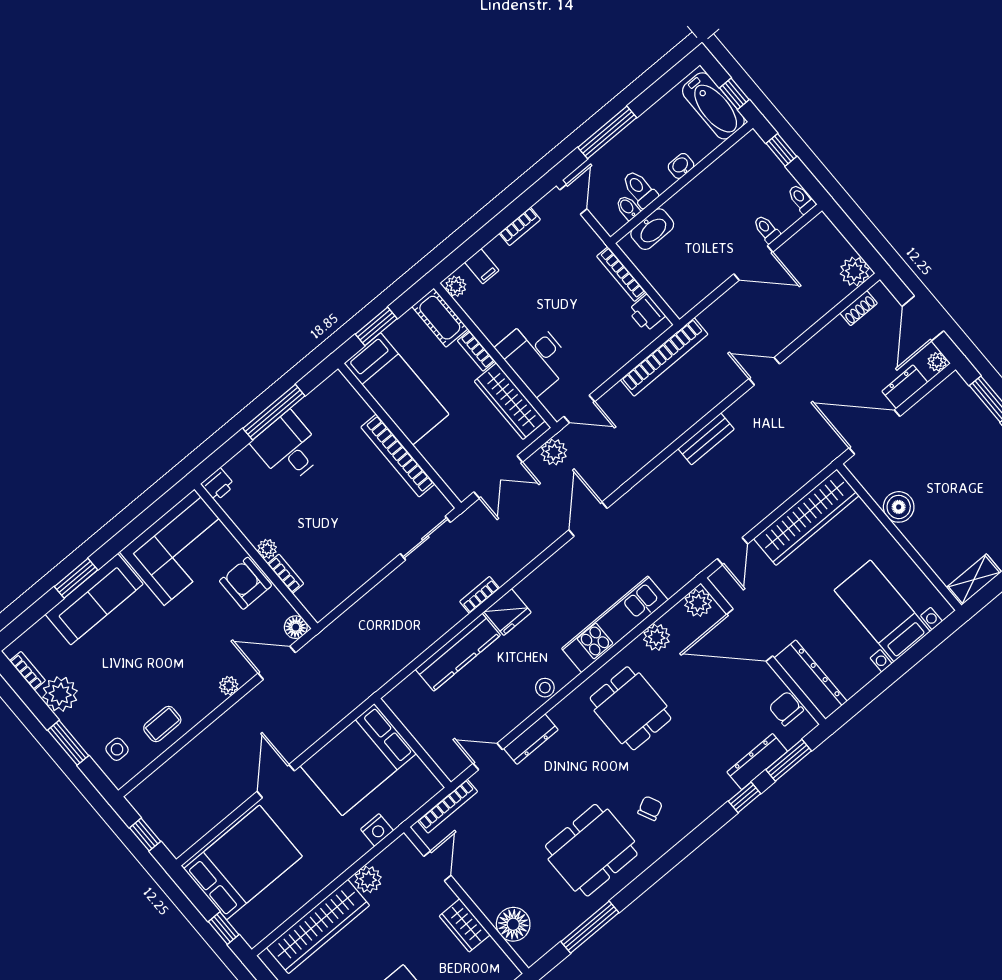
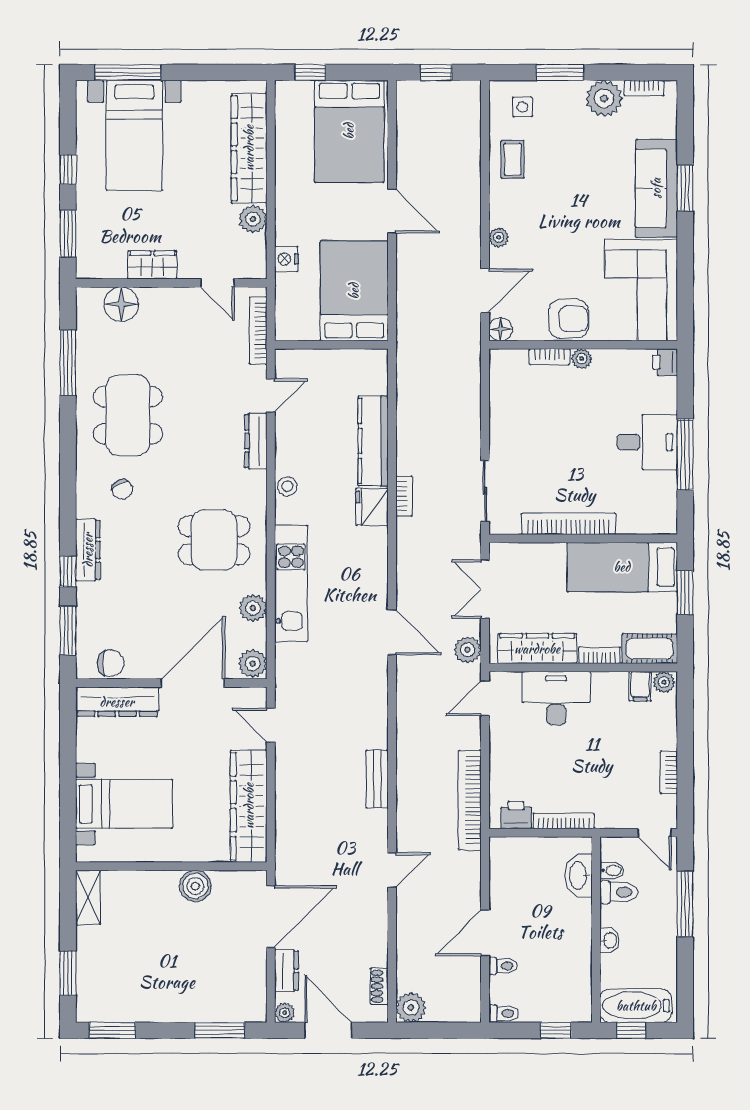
filing cabinet: (482, 266) -> (640, 686), moved, turned -90
dresser: (757, 762) -> (88, 550), moved

